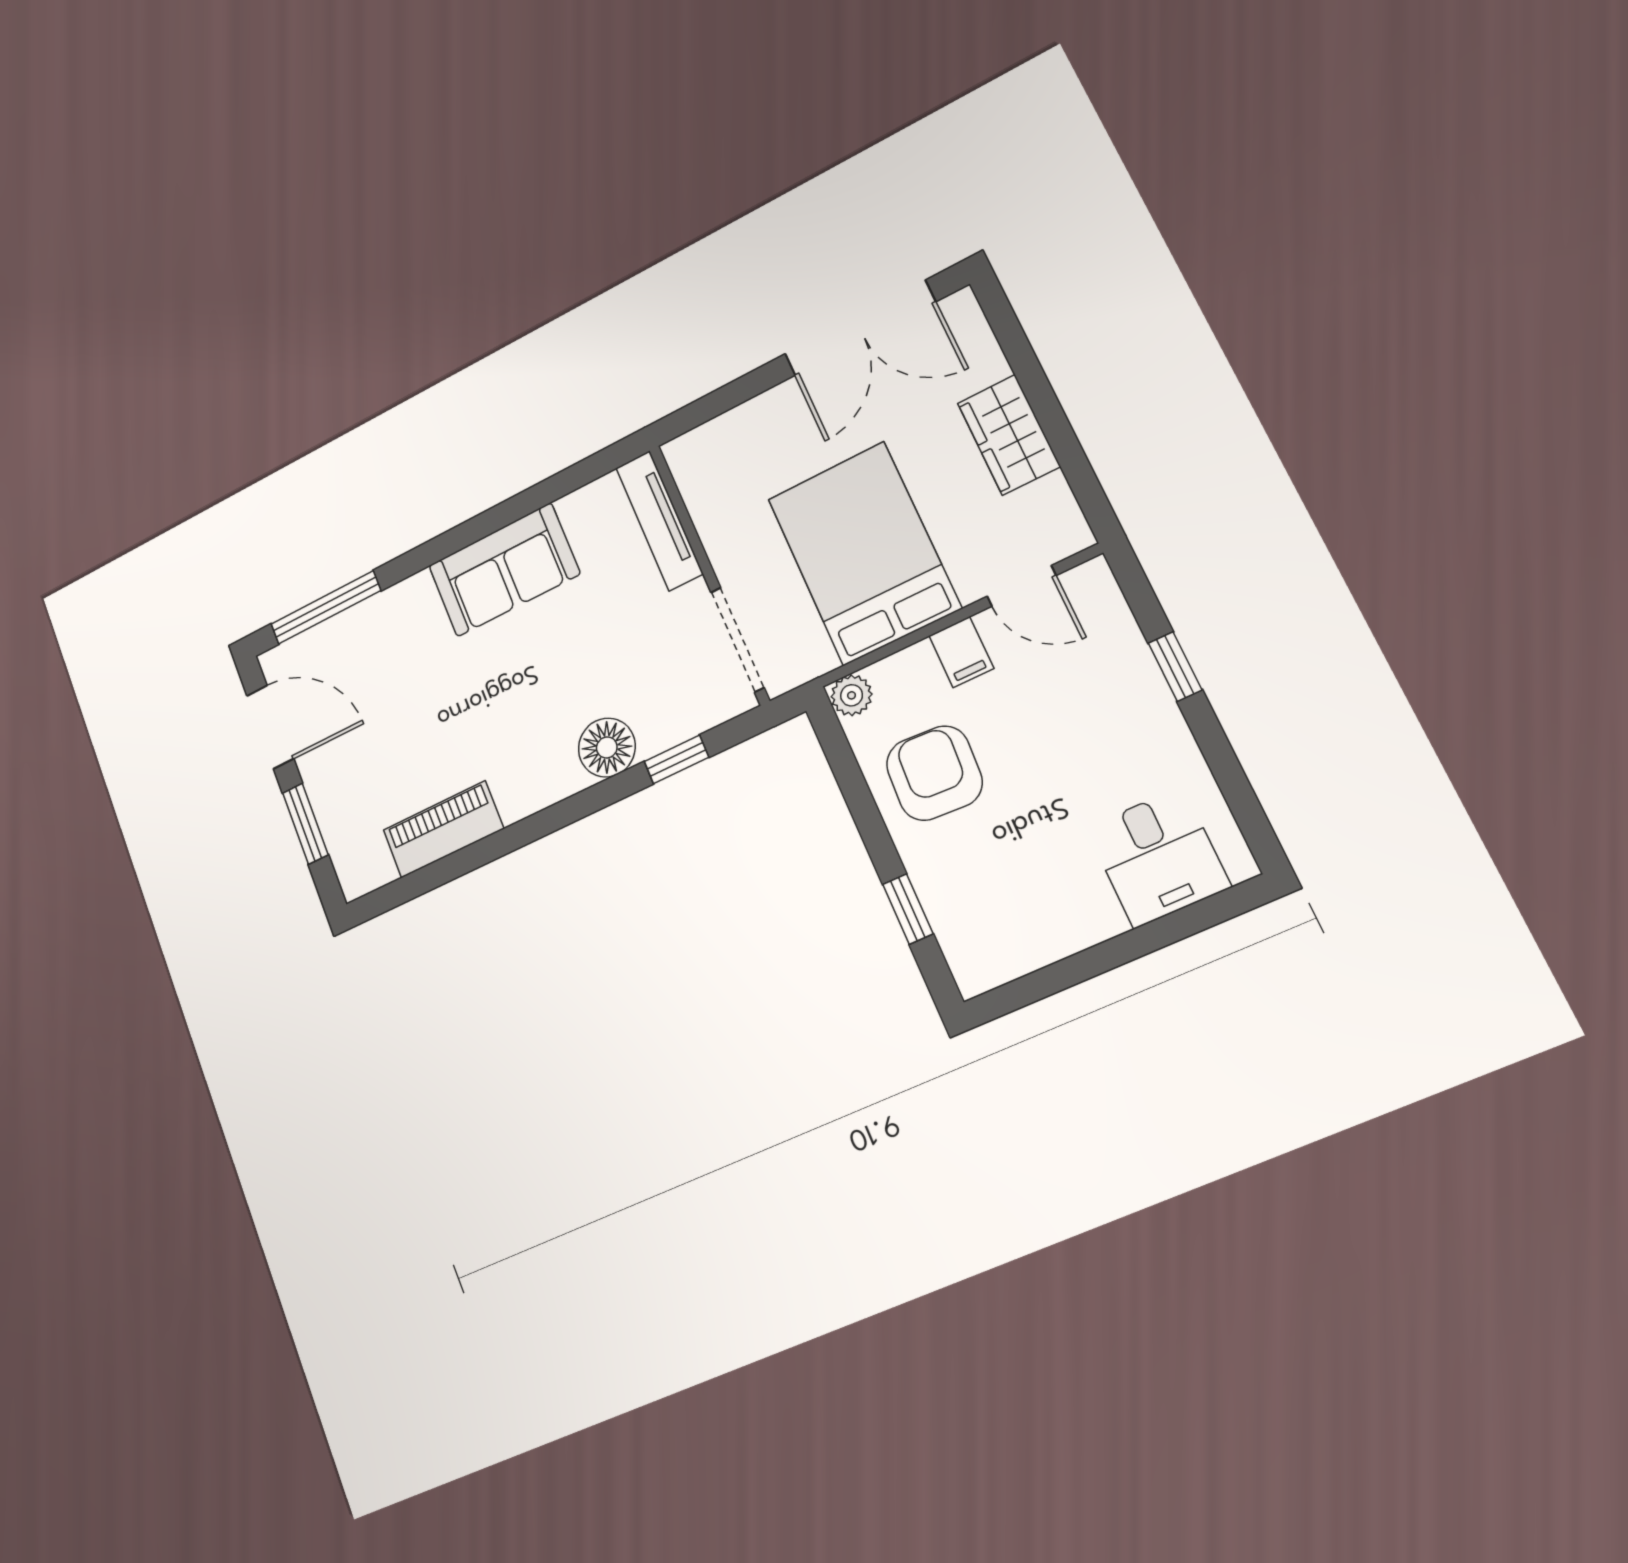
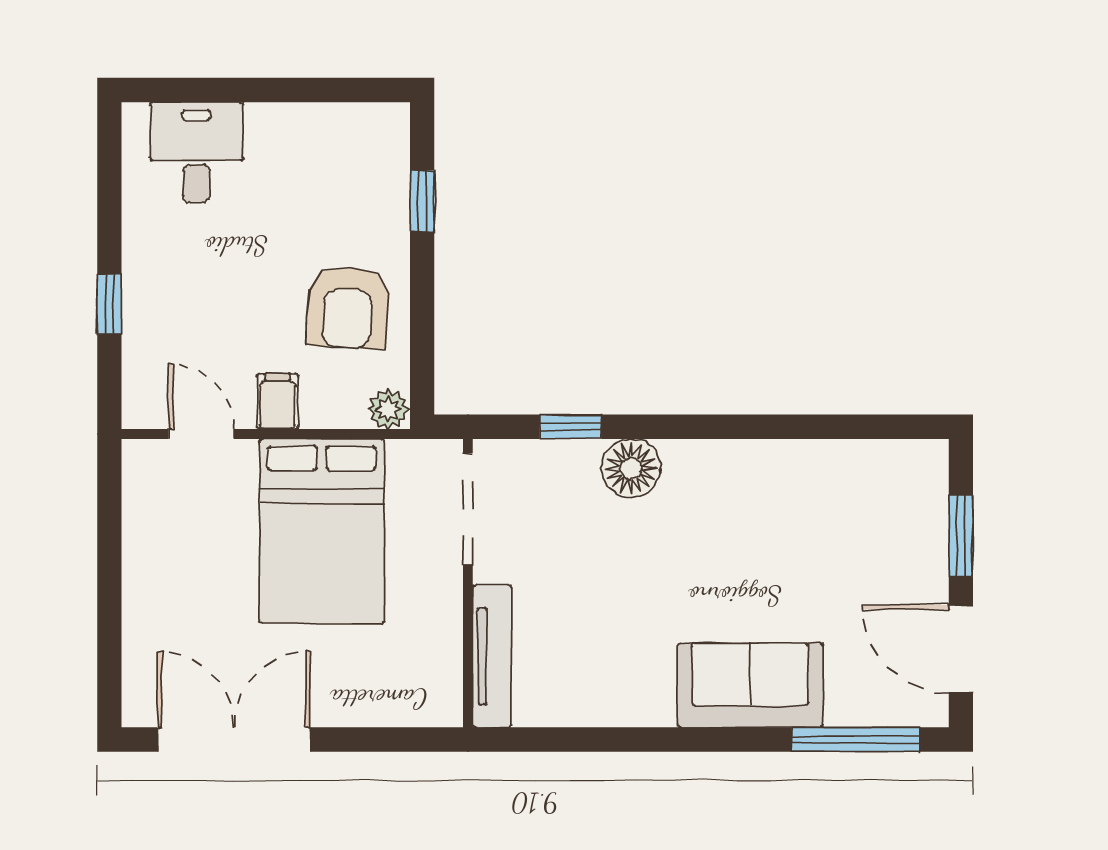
wardrobe: (1009, 435) -> (151, 573), removed
sofa: (504, 570) -> (750, 685), moved
piano: (443, 829) -> (822, 466), removed

